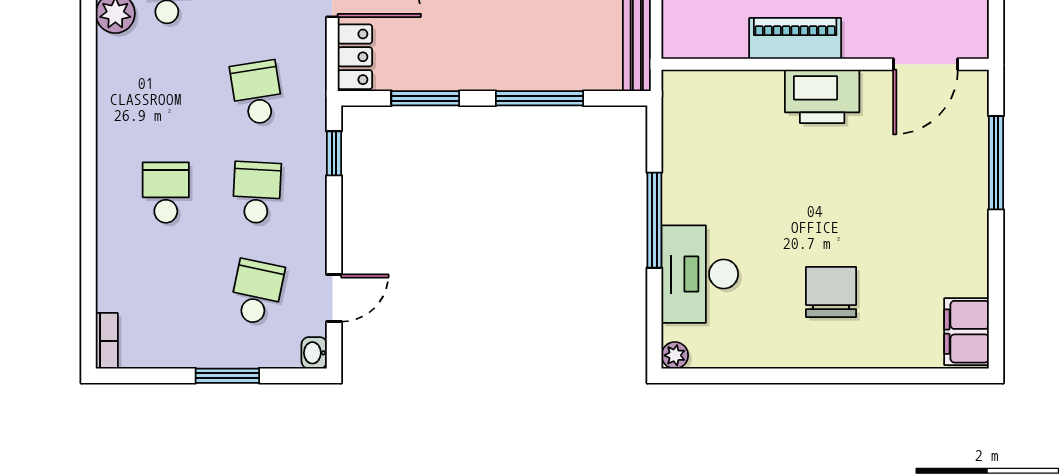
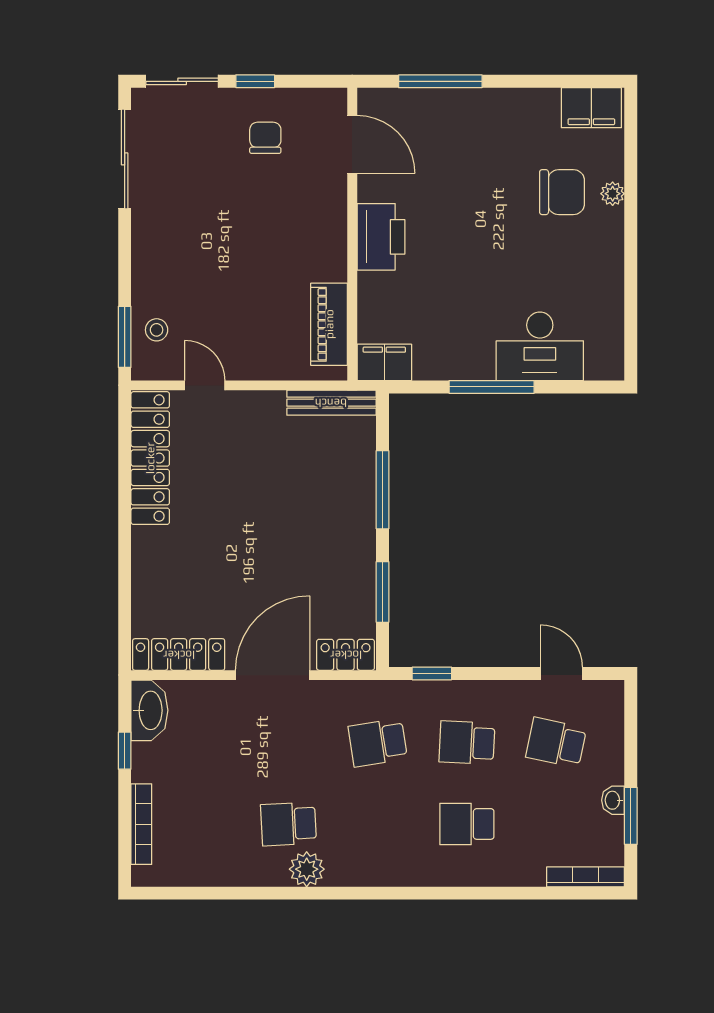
piano: (795, 38) -> (329, 324), moved
filing cabinet: (682, 100) -> (384, 362), added
chair: (831, 292) -> (562, 192), moved, turned 180
bookcase: (107, 341) -> (586, 877), width x1.56
washbasin: (314, 353) -> (613, 800), moved, turned 90
plant: (675, 355) -> (613, 194), moved
window: (227, 376) -> (631, 816), moved

